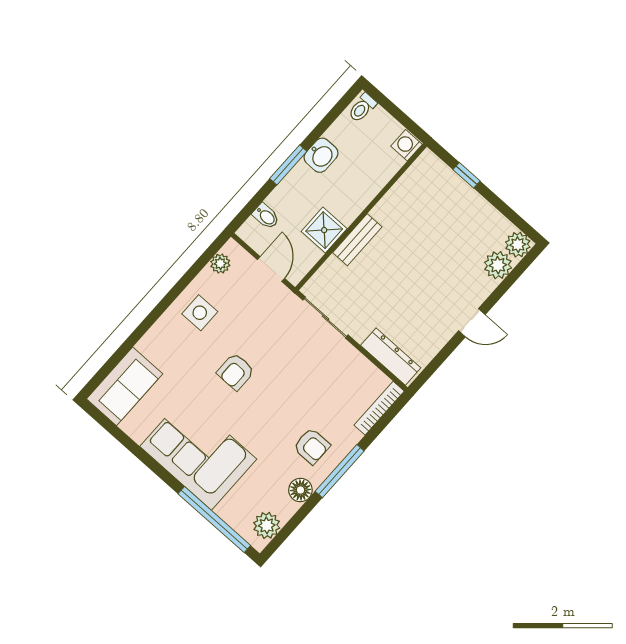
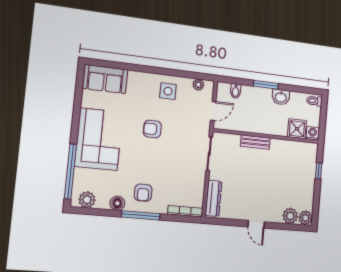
shower: (324, 230) -> (297, 129), moved

